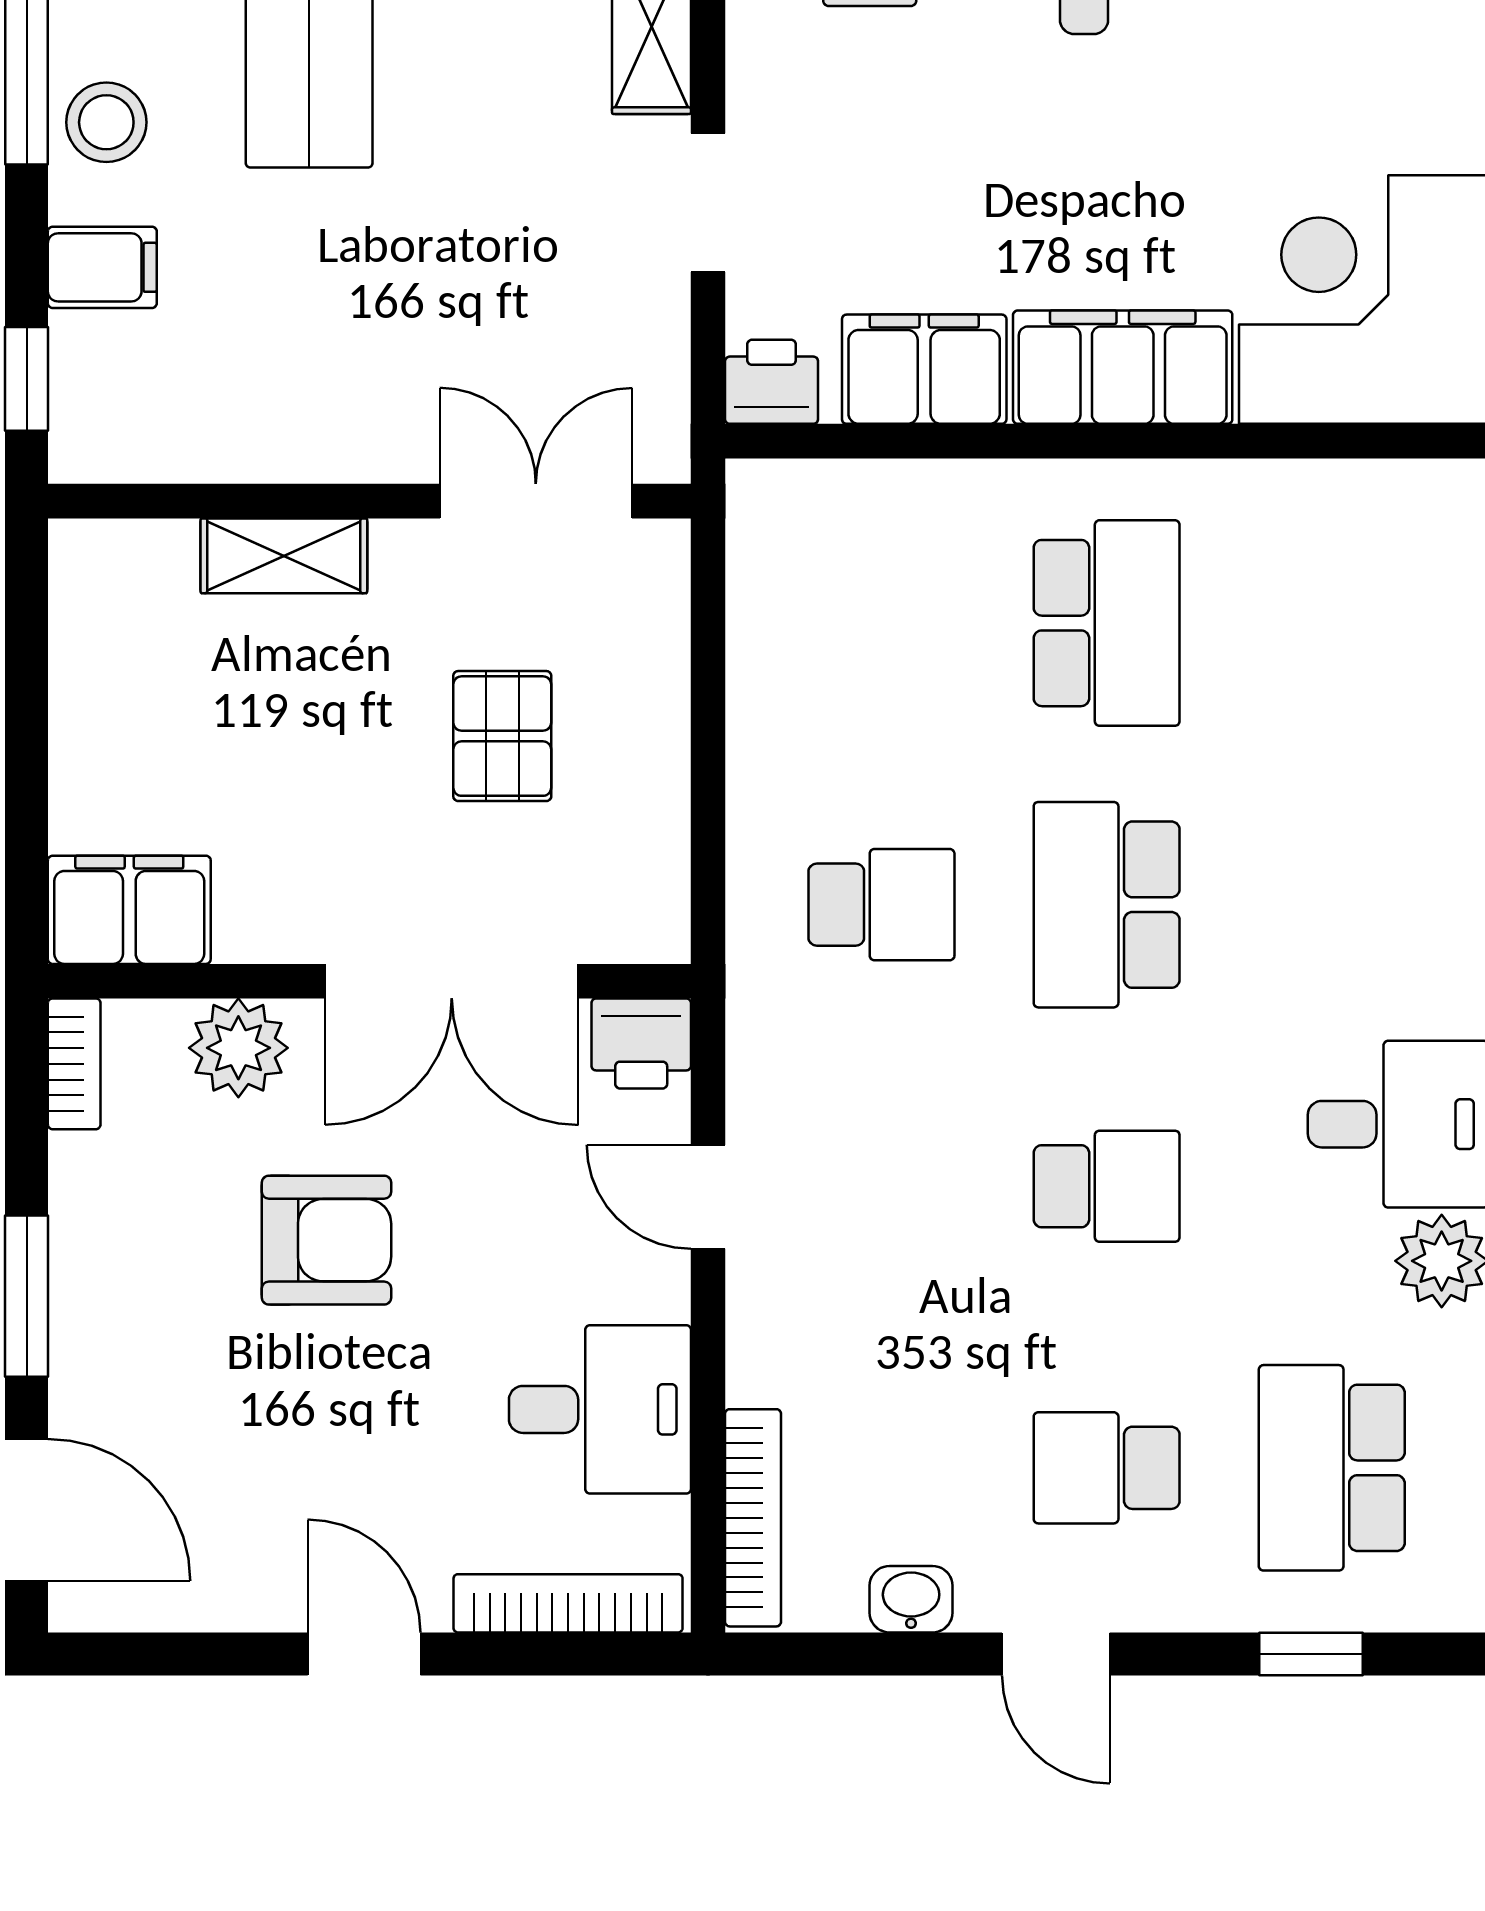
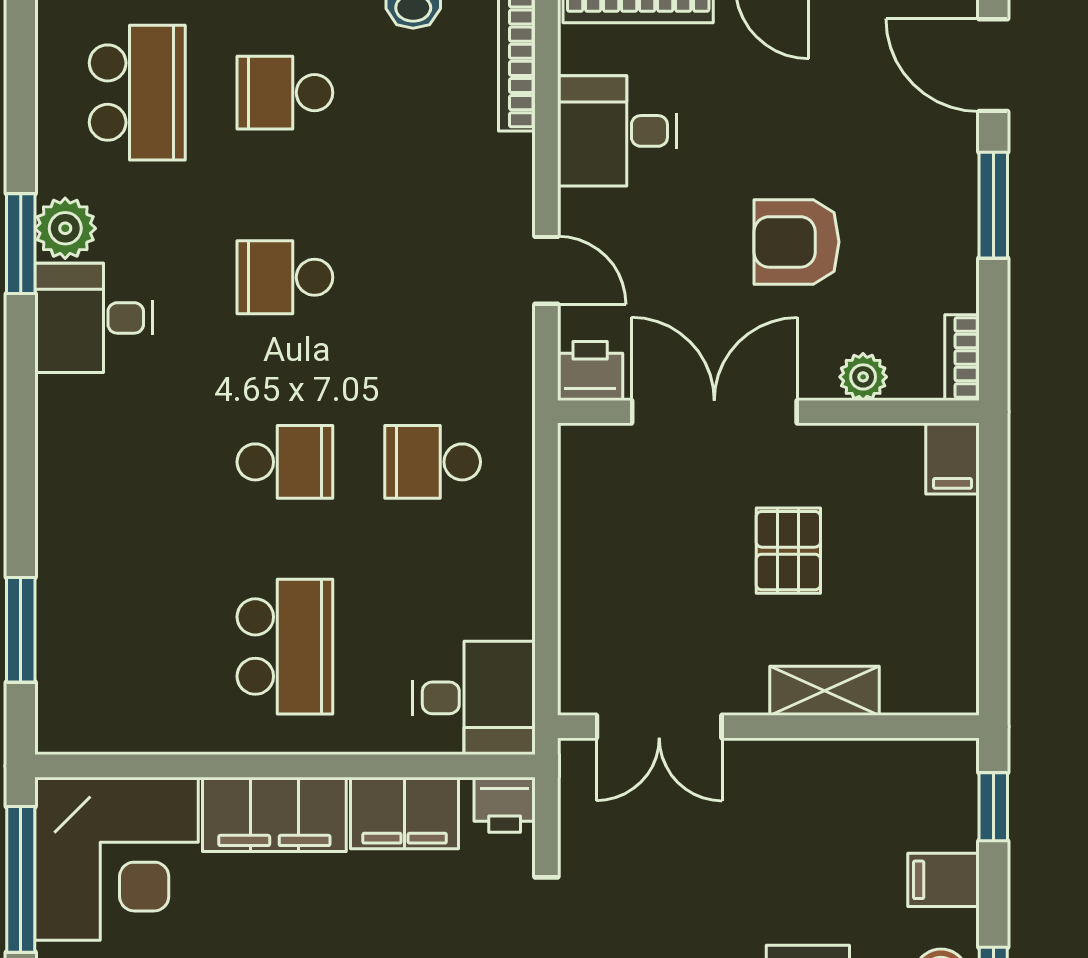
desk: (819, 545) -> (474, 698), added
school desk: (1107, 623) -> (285, 647), turned 180
pallet: (502, 736) -> (788, 551), moved
school desk: (1107, 905) -> (285, 462), width x0.54
filing cabinet: (129, 910) -> (953, 459), width x0.50
plant: (238, 1048) -> (863, 377), width x0.73, depth x0.73
school desk: (1107, 1468) -> (285, 93), turned 180

